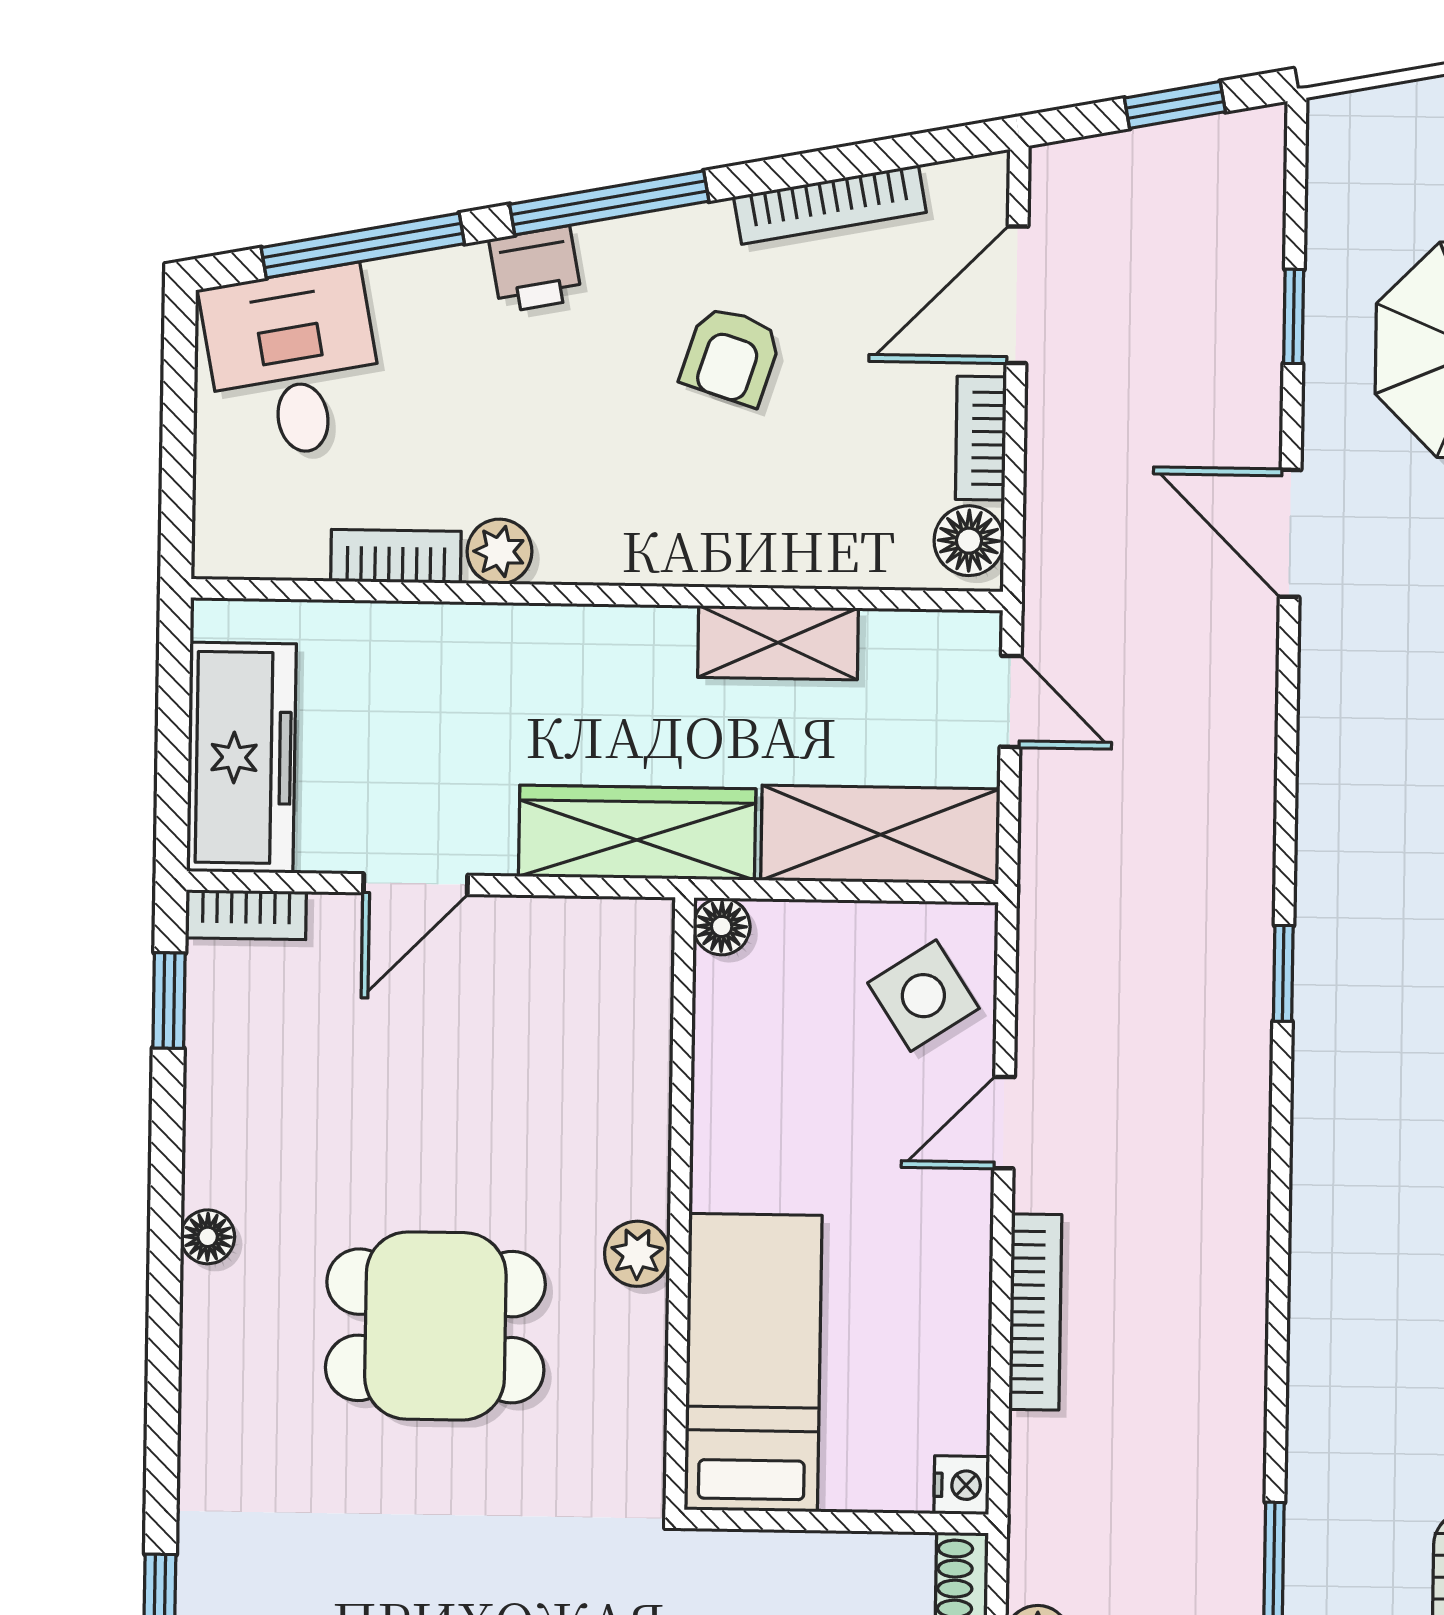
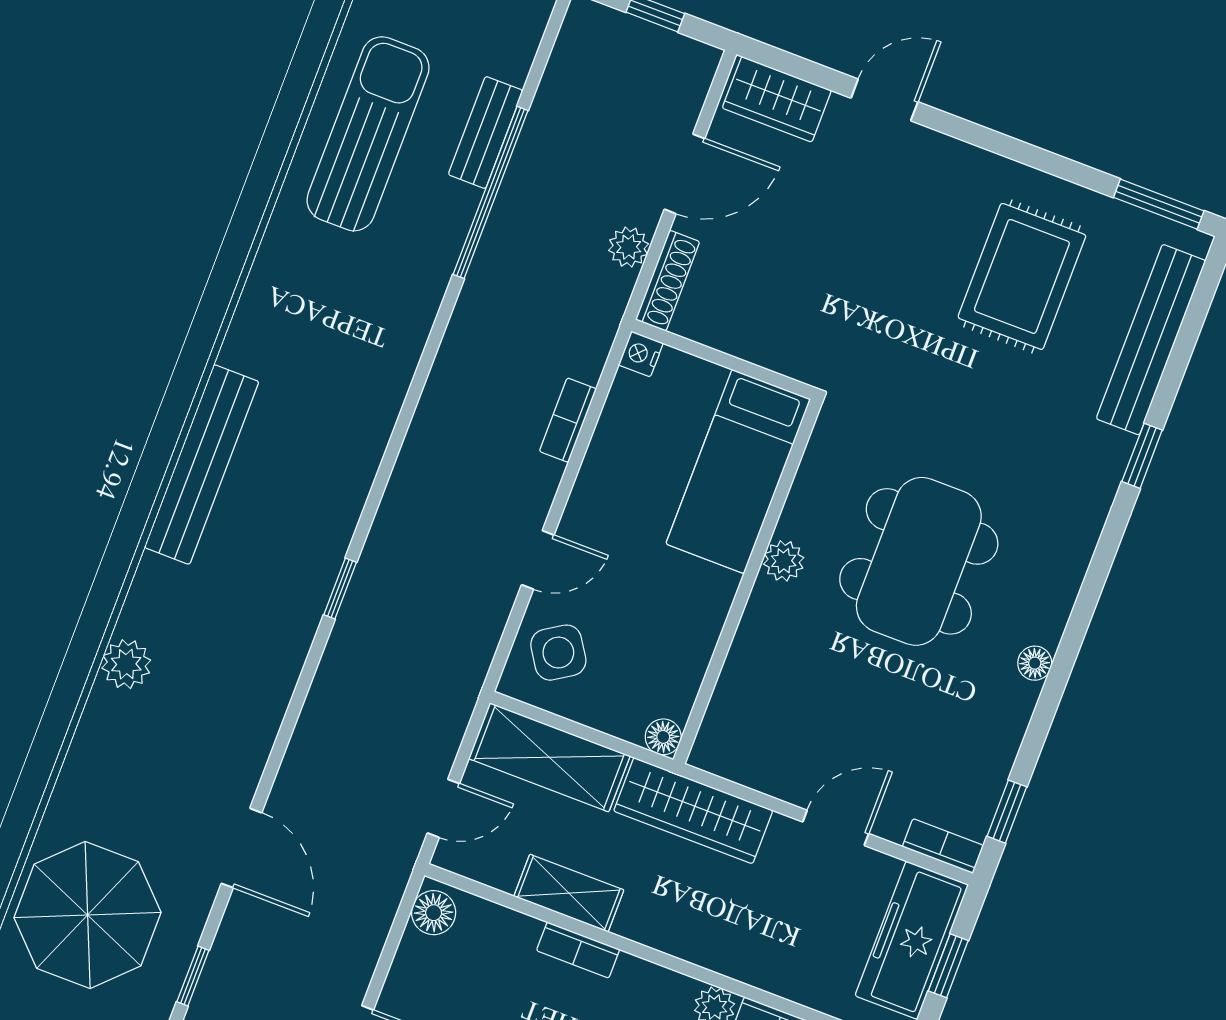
bookcase: (981, 438) -> (578, 950), moved, turned 90
door: (1011, 701) -> (443, 808), swing flipped
window: (173, 739) -> (948, 966), added
bookcase: (1035, 1312) -> (568, 420), width x0.64
dining table: (435, 1326) -> (919, 561), width x1.38

